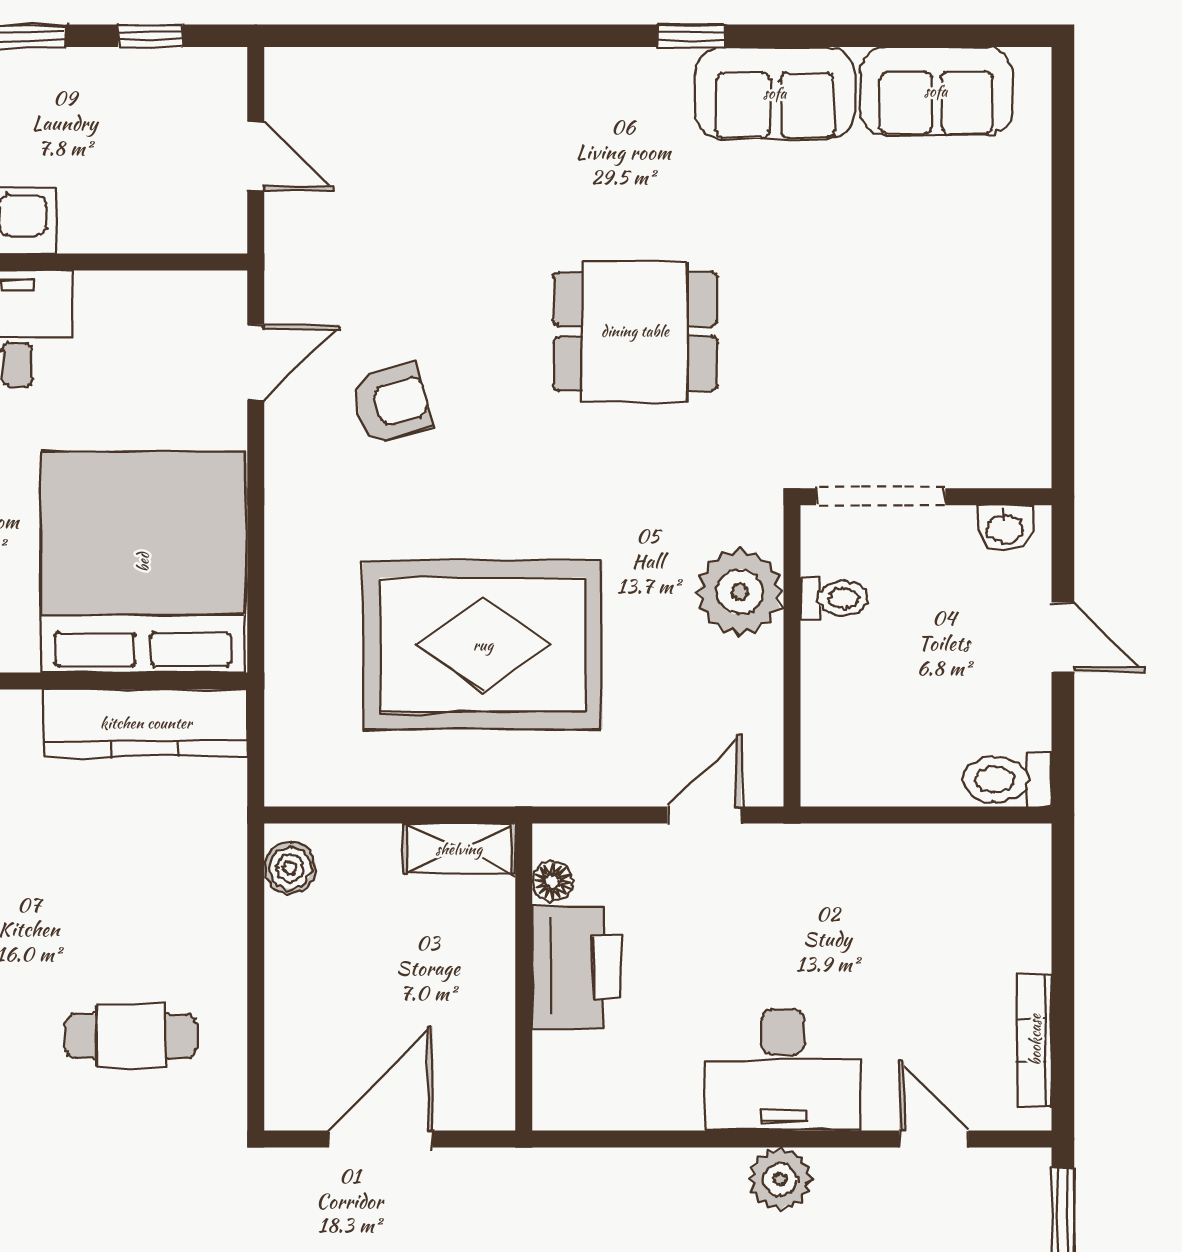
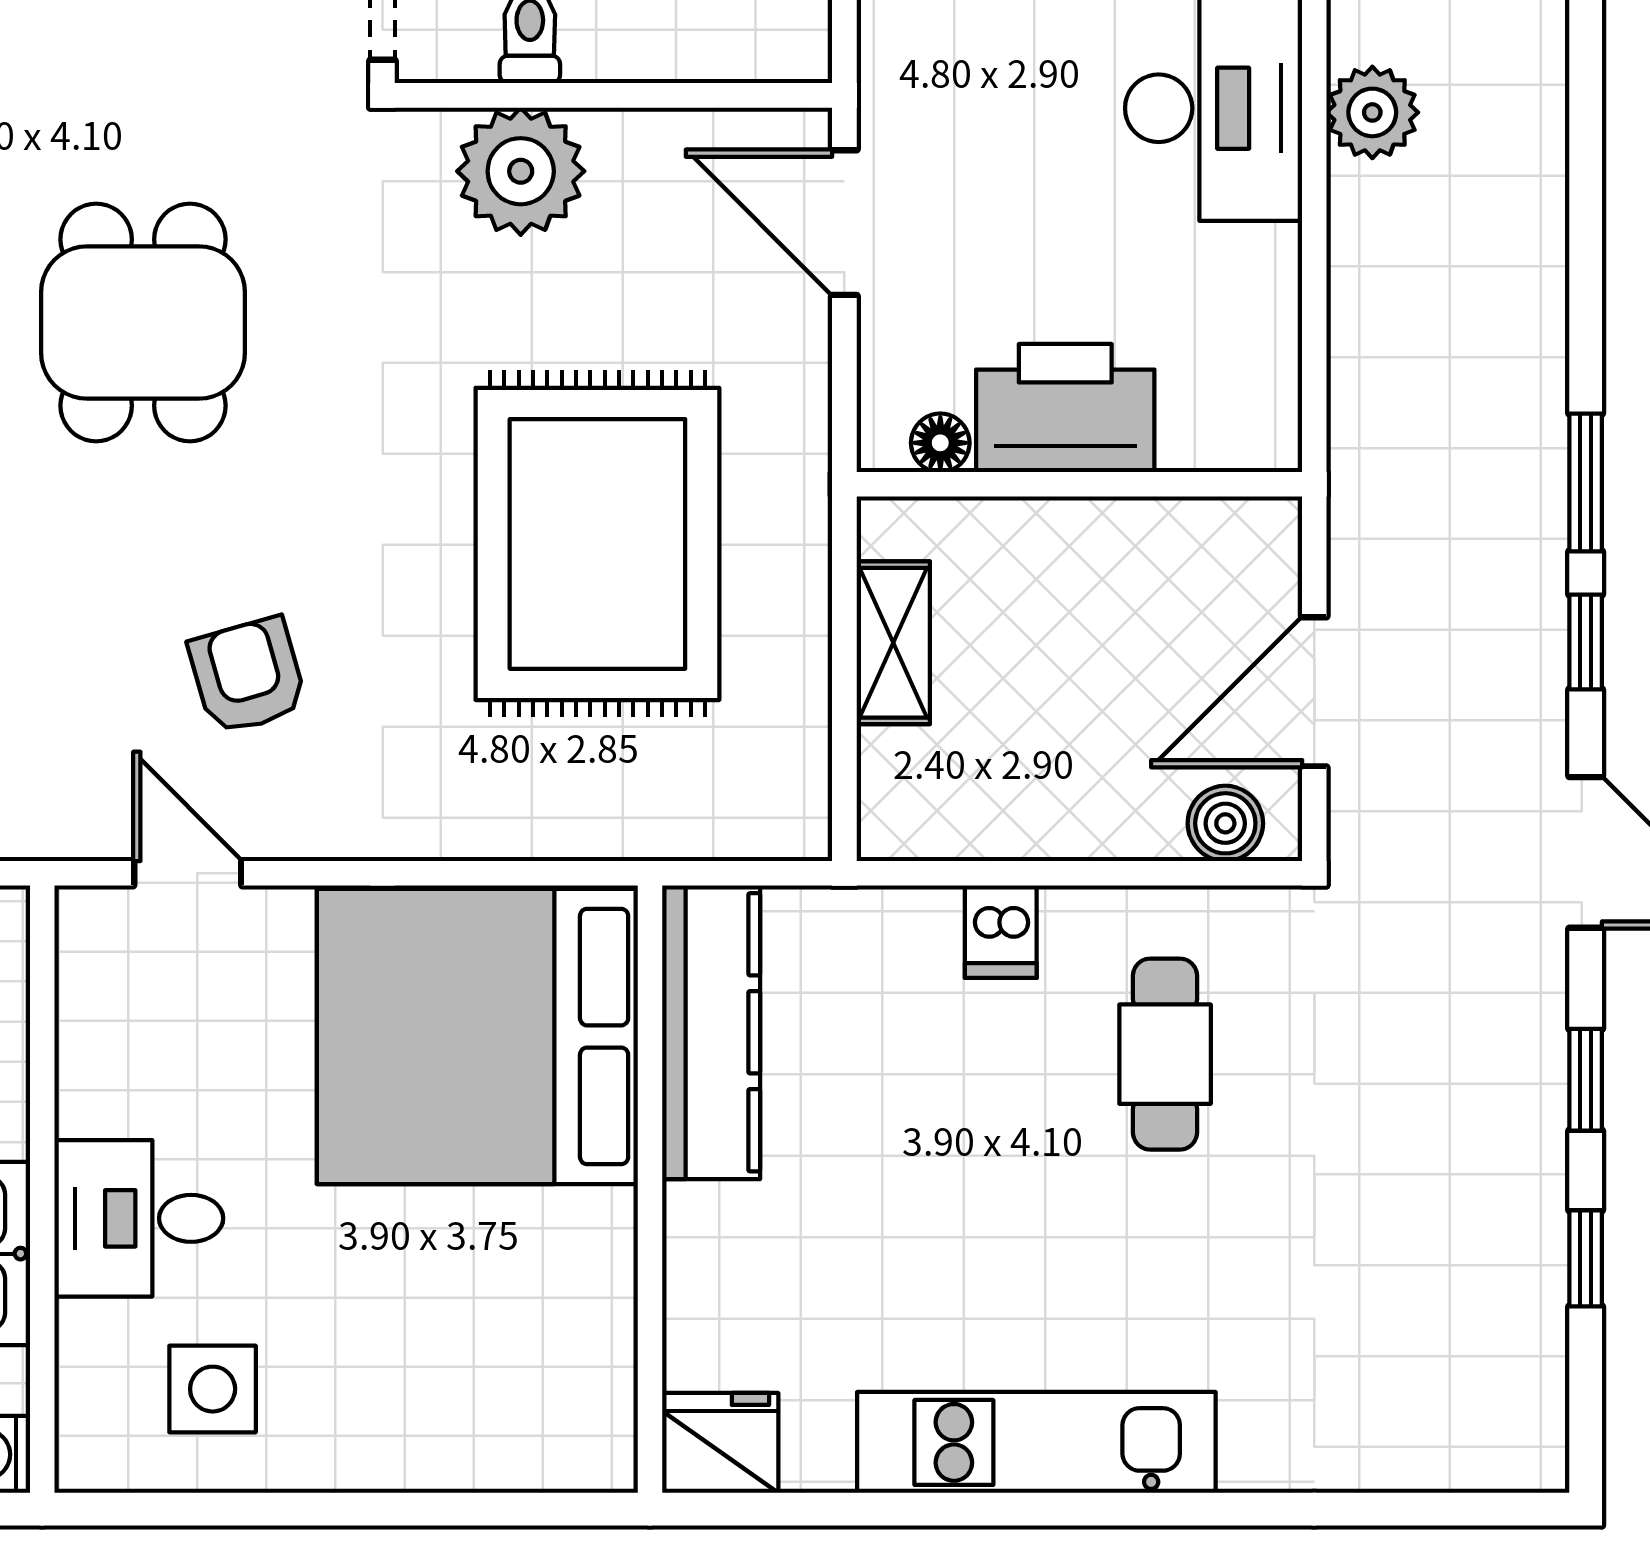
door: (704, 815) -> (844, 223), width x1.38
shelving: (459, 849) -> (893, 643), moved
boiler: (290, 868) -> (1225, 823), moved
dishwasher: (215, 923) -> (1001, 932), added
door: (381, 1139) -> (1314, 692), hinge flipped

